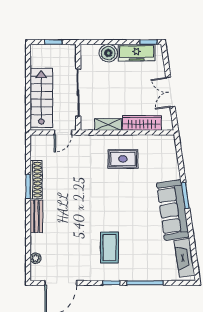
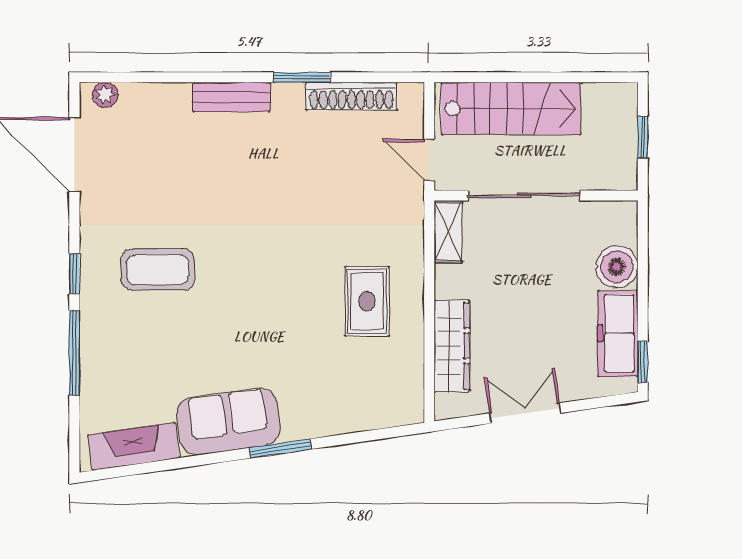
shelving: (108, 125) -> (448, 232), moved
shoe rack: (36, 180) -> (351, 96), moved
sofa: (173, 210) -> (228, 422), width x0.73
plant: (36, 258) -> (105, 95), moved

